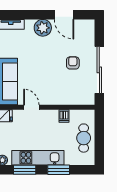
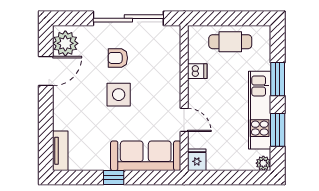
plant: (43, 28) -> (65, 43), moved
side table: (48, 63) -> (119, 95), added
door: (31, 107) -> (184, 120), swing flipped

